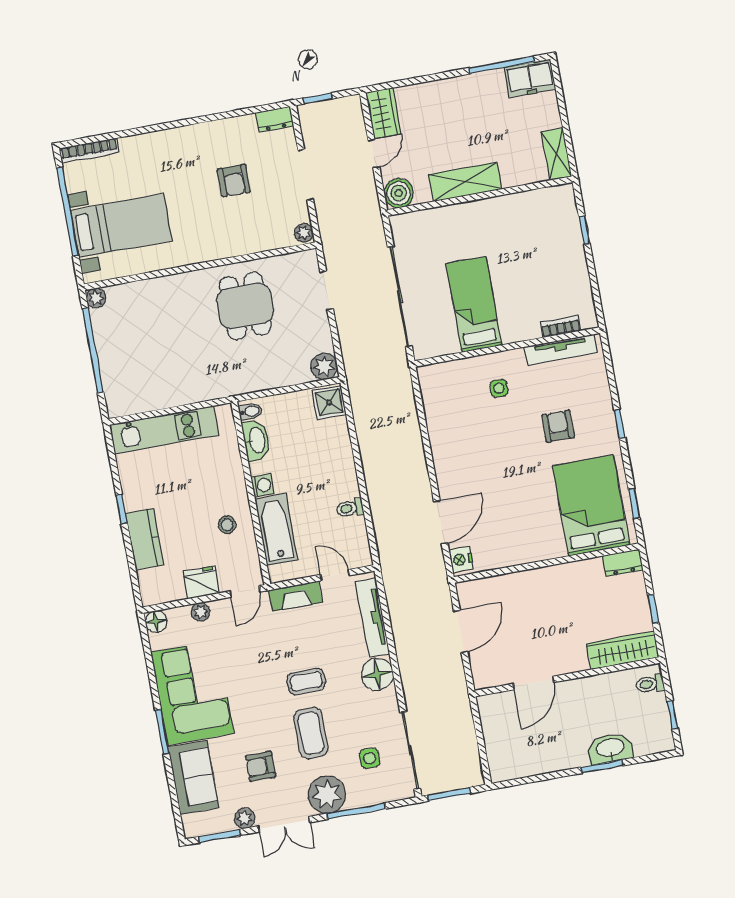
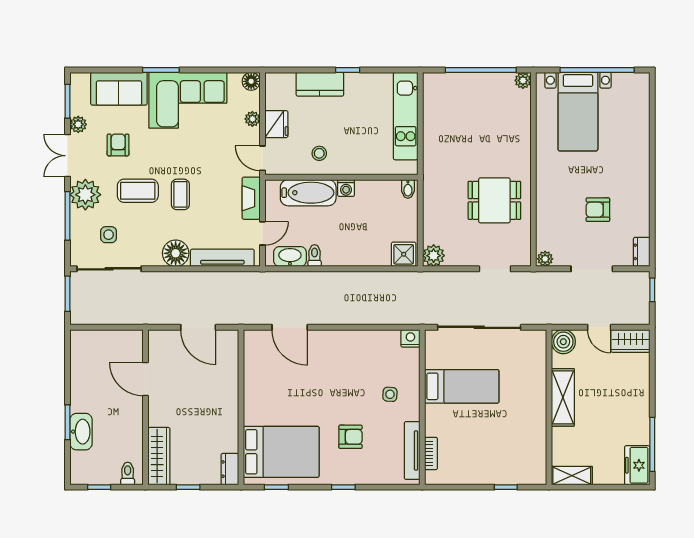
bookcase: (89, 150) -> (644, 97), removed
washbasin: (256, 440) -> (290, 257), moved, turned 180
nightstand: (461, 560) -> (410, 338), moved

